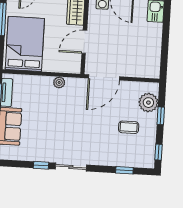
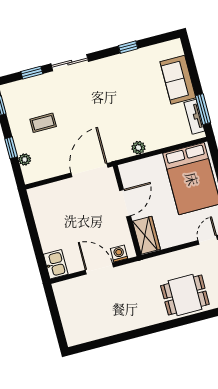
plant: (148, 103) -> (25, 160), width x0.53, depth x0.53
sliding door: (71, 167) -> (70, 63), moved

